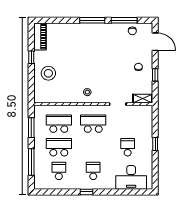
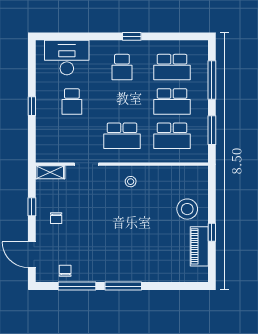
piano: (40, 37) -> (199, 246), moved
school desk: (59, 171) -> (172, 67), width x1.85

